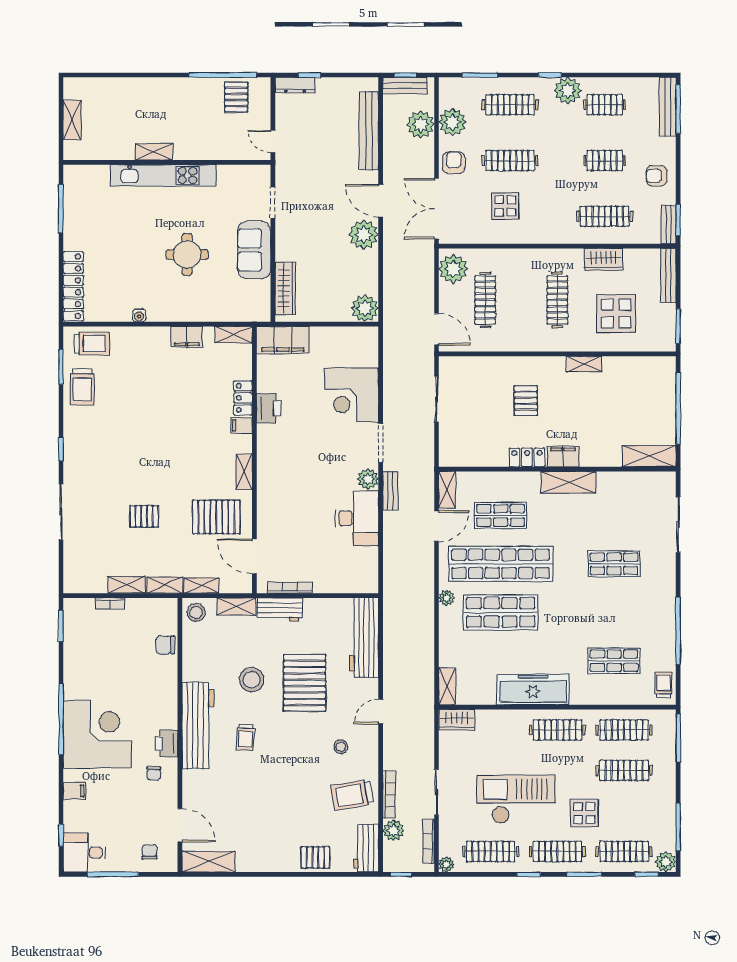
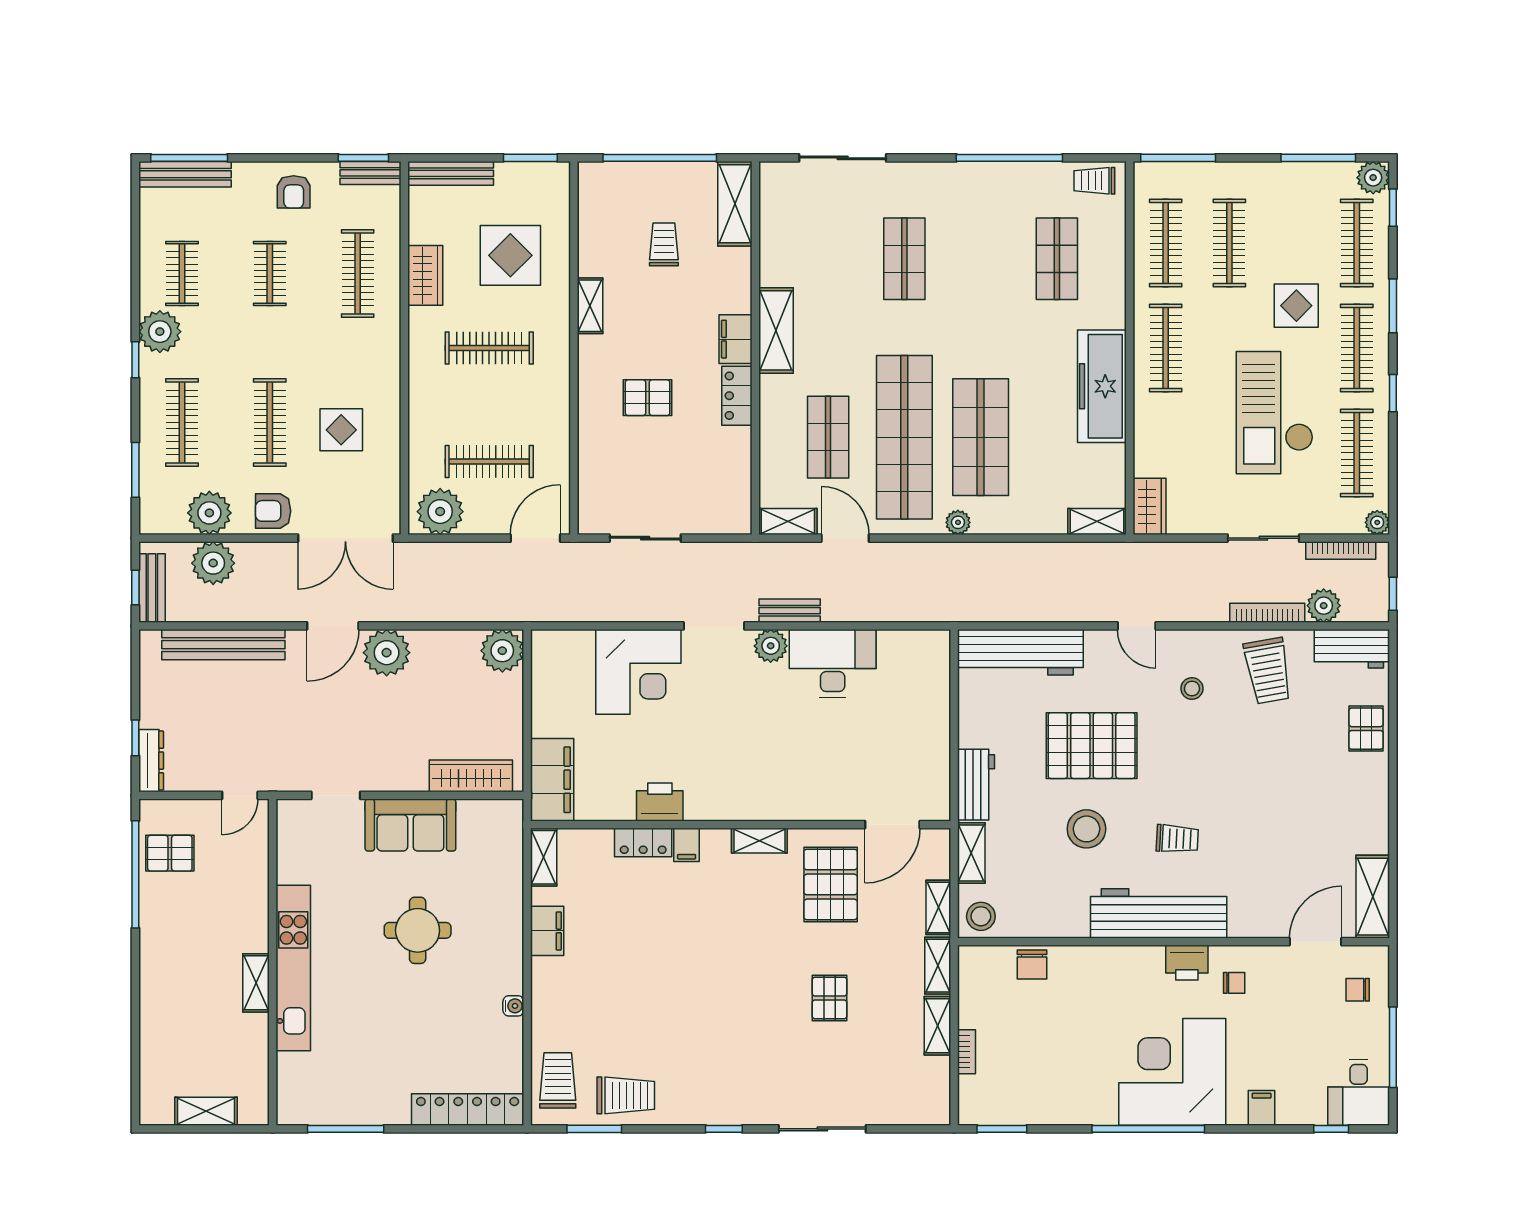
trolley: (623, 411) -> (664, 244), added
bookcase: (290, 588) -> (942, 769), removed

